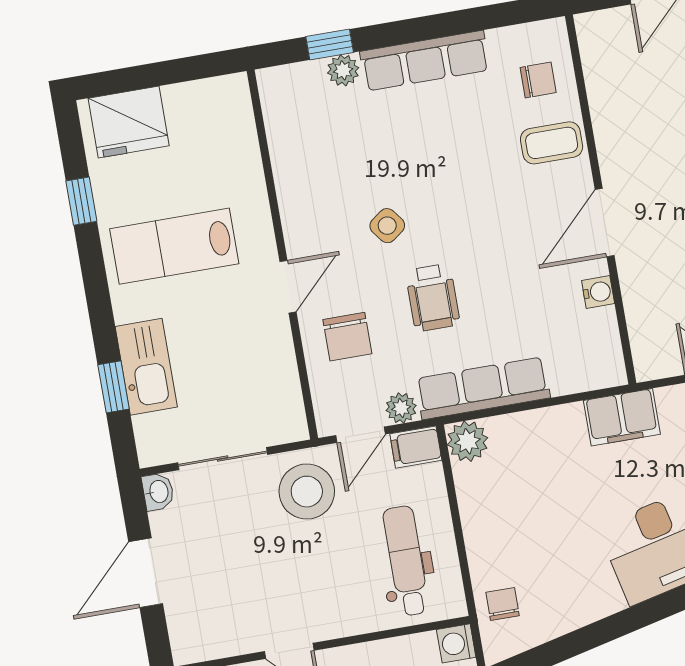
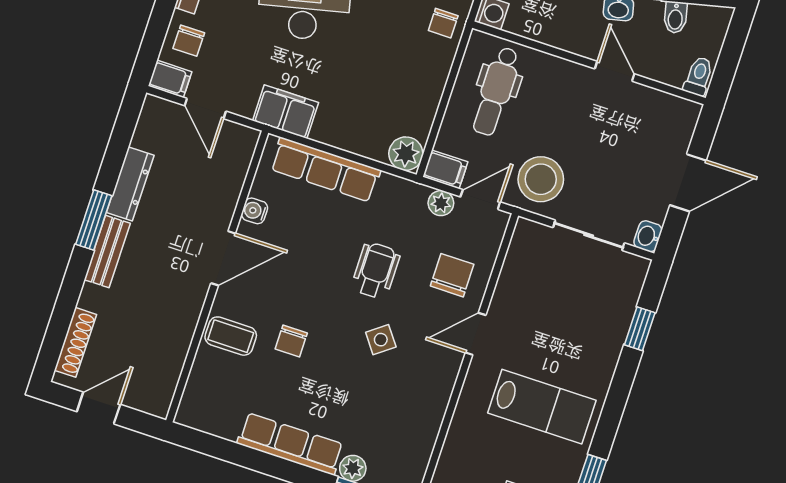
chair: (538, 80) -> (291, 341), moved, turned -90
kitchen sink: (146, 367) -> (608, 331), removed
row of seats: (483, 388) -> (325, 170), moved

